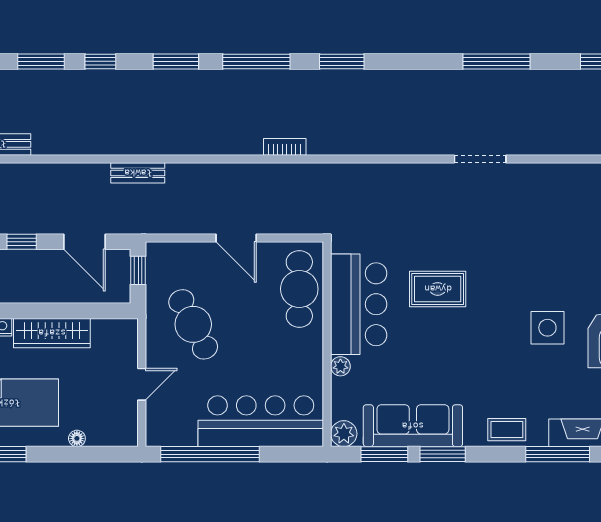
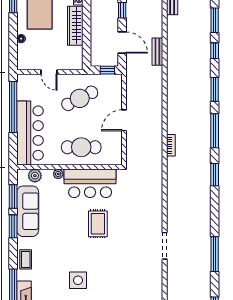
bench: (138, 173) -> (157, 52), moved
door: (84, 242) -> (122, 43), swing flipped
cafe table: (299, 289) -> (81, 147), moved
plant: (344, 434) -> (35, 176), moved

